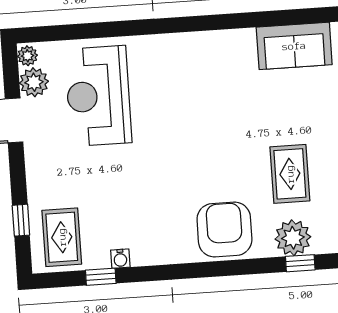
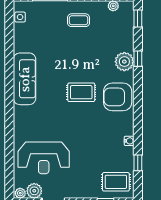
sofa: (294, 46) -> (25, 79), moved, width x1.36
rug: (290, 174) -> (81, 92), moved
water cooler: (120, 259) -> (129, 141), moved

